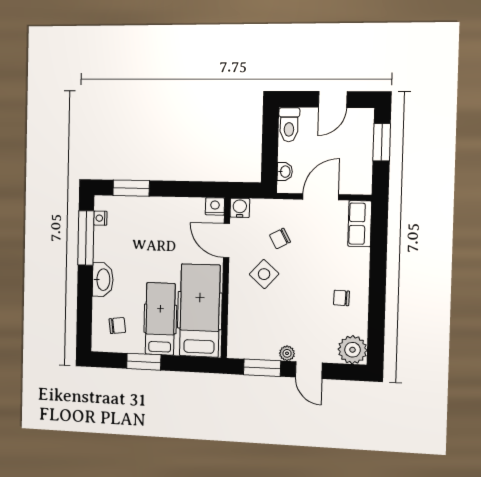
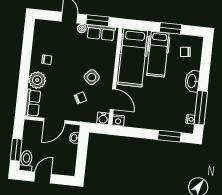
toilet: (289, 125) -> (26, 161), moved
row of seats: (255, 348) -> (101, 33), added
plant: (353, 350) -> (37, 80), moved

